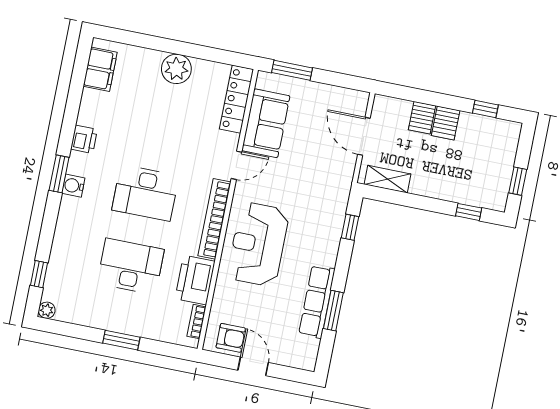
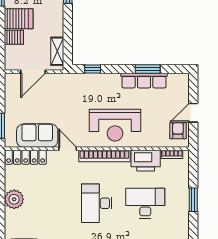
server rack: (446, 123) -> (19, 19), width x1.36, depth x1.44
desk: (145, 193) -> (97, 203), turned 180
desk: (131, 266) -> (145, 203), turned 90

